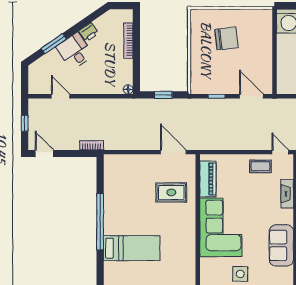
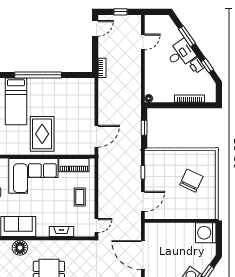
window: (89, 19) -> (207, 66), added
chair: (226, 38) -> (191, 181), turned -149
coffee table: (260, 166) -> (80, 197), moved
rug: (171, 192) -> (42, 134), moved, width x1.36, depth x1.43

